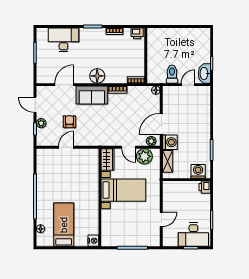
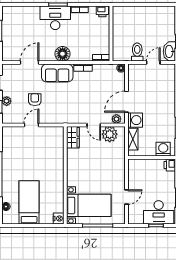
desk: (63, 40) -> (55, 18), moved
bed with nightstands: (123, 190) -> (89, 205), moved

